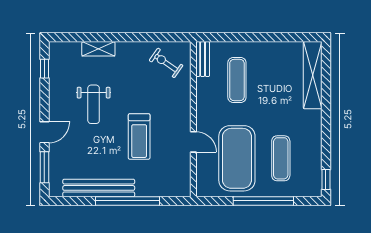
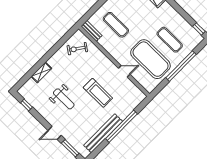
door: (44, 132) -> (55, 133), swing flipped

